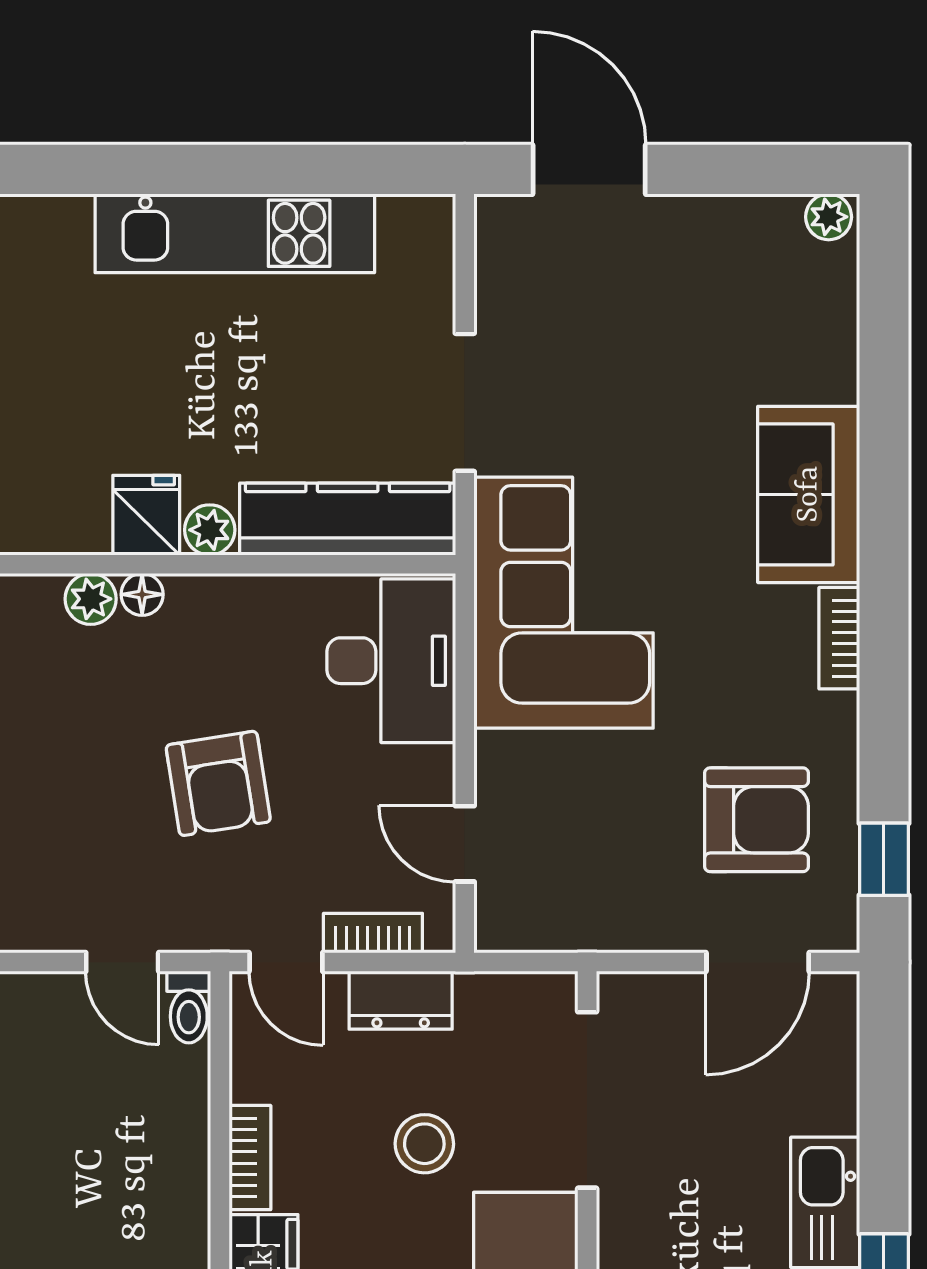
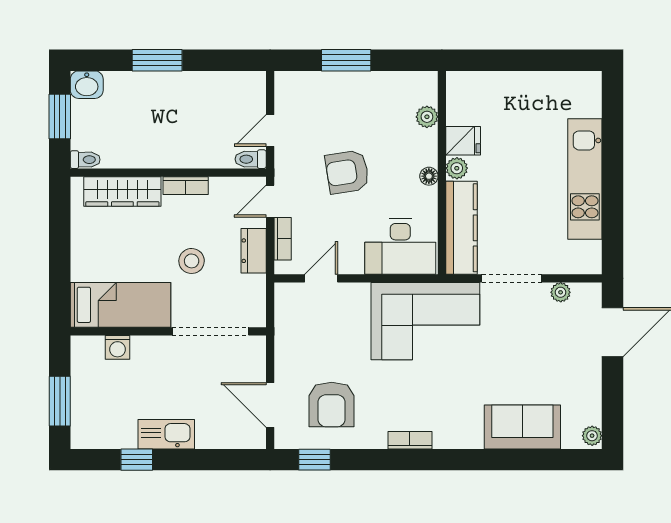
plant: (497, 290) -> (561, 292), added
sofa: (809, 494) -> (522, 427), moved
floor lamp: (142, 594) -> (429, 176), moved

